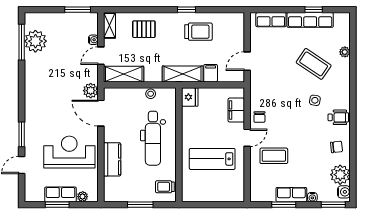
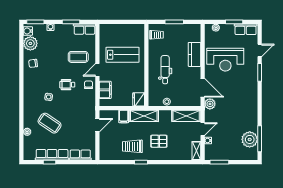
pallet: (144, 29) -> (159, 141), moved
wheelchair: (338, 117) -> (67, 85), moved
dental chair: (153, 138) -> (165, 70), width x0.73, depth x0.72
row of seats: (60, 194) -> (246, 29), moved
row of seats: (291, 195) -> (84, 29), moved

